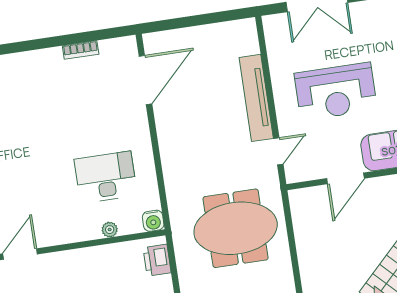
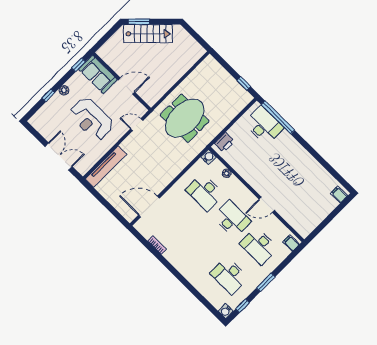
reception desk: (336, 92) -> (91, 119), turned 180
tv unit: (256, 98) -> (106, 167), moved
desk: (37, 187) -> (232, 219), added
meeting table: (236, 228) -> (185, 118), turned 90

